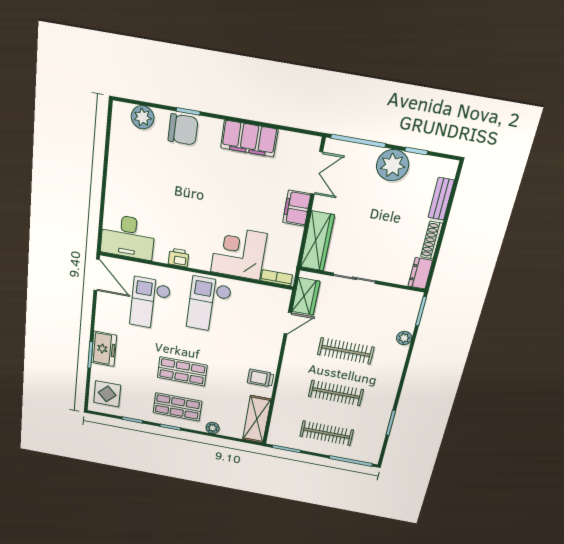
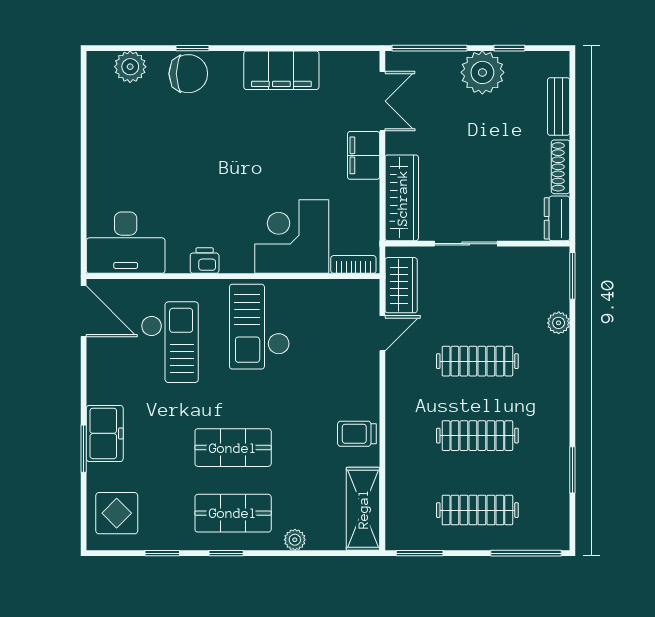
checkout: (150, 304) -> (170, 342), turned 180

